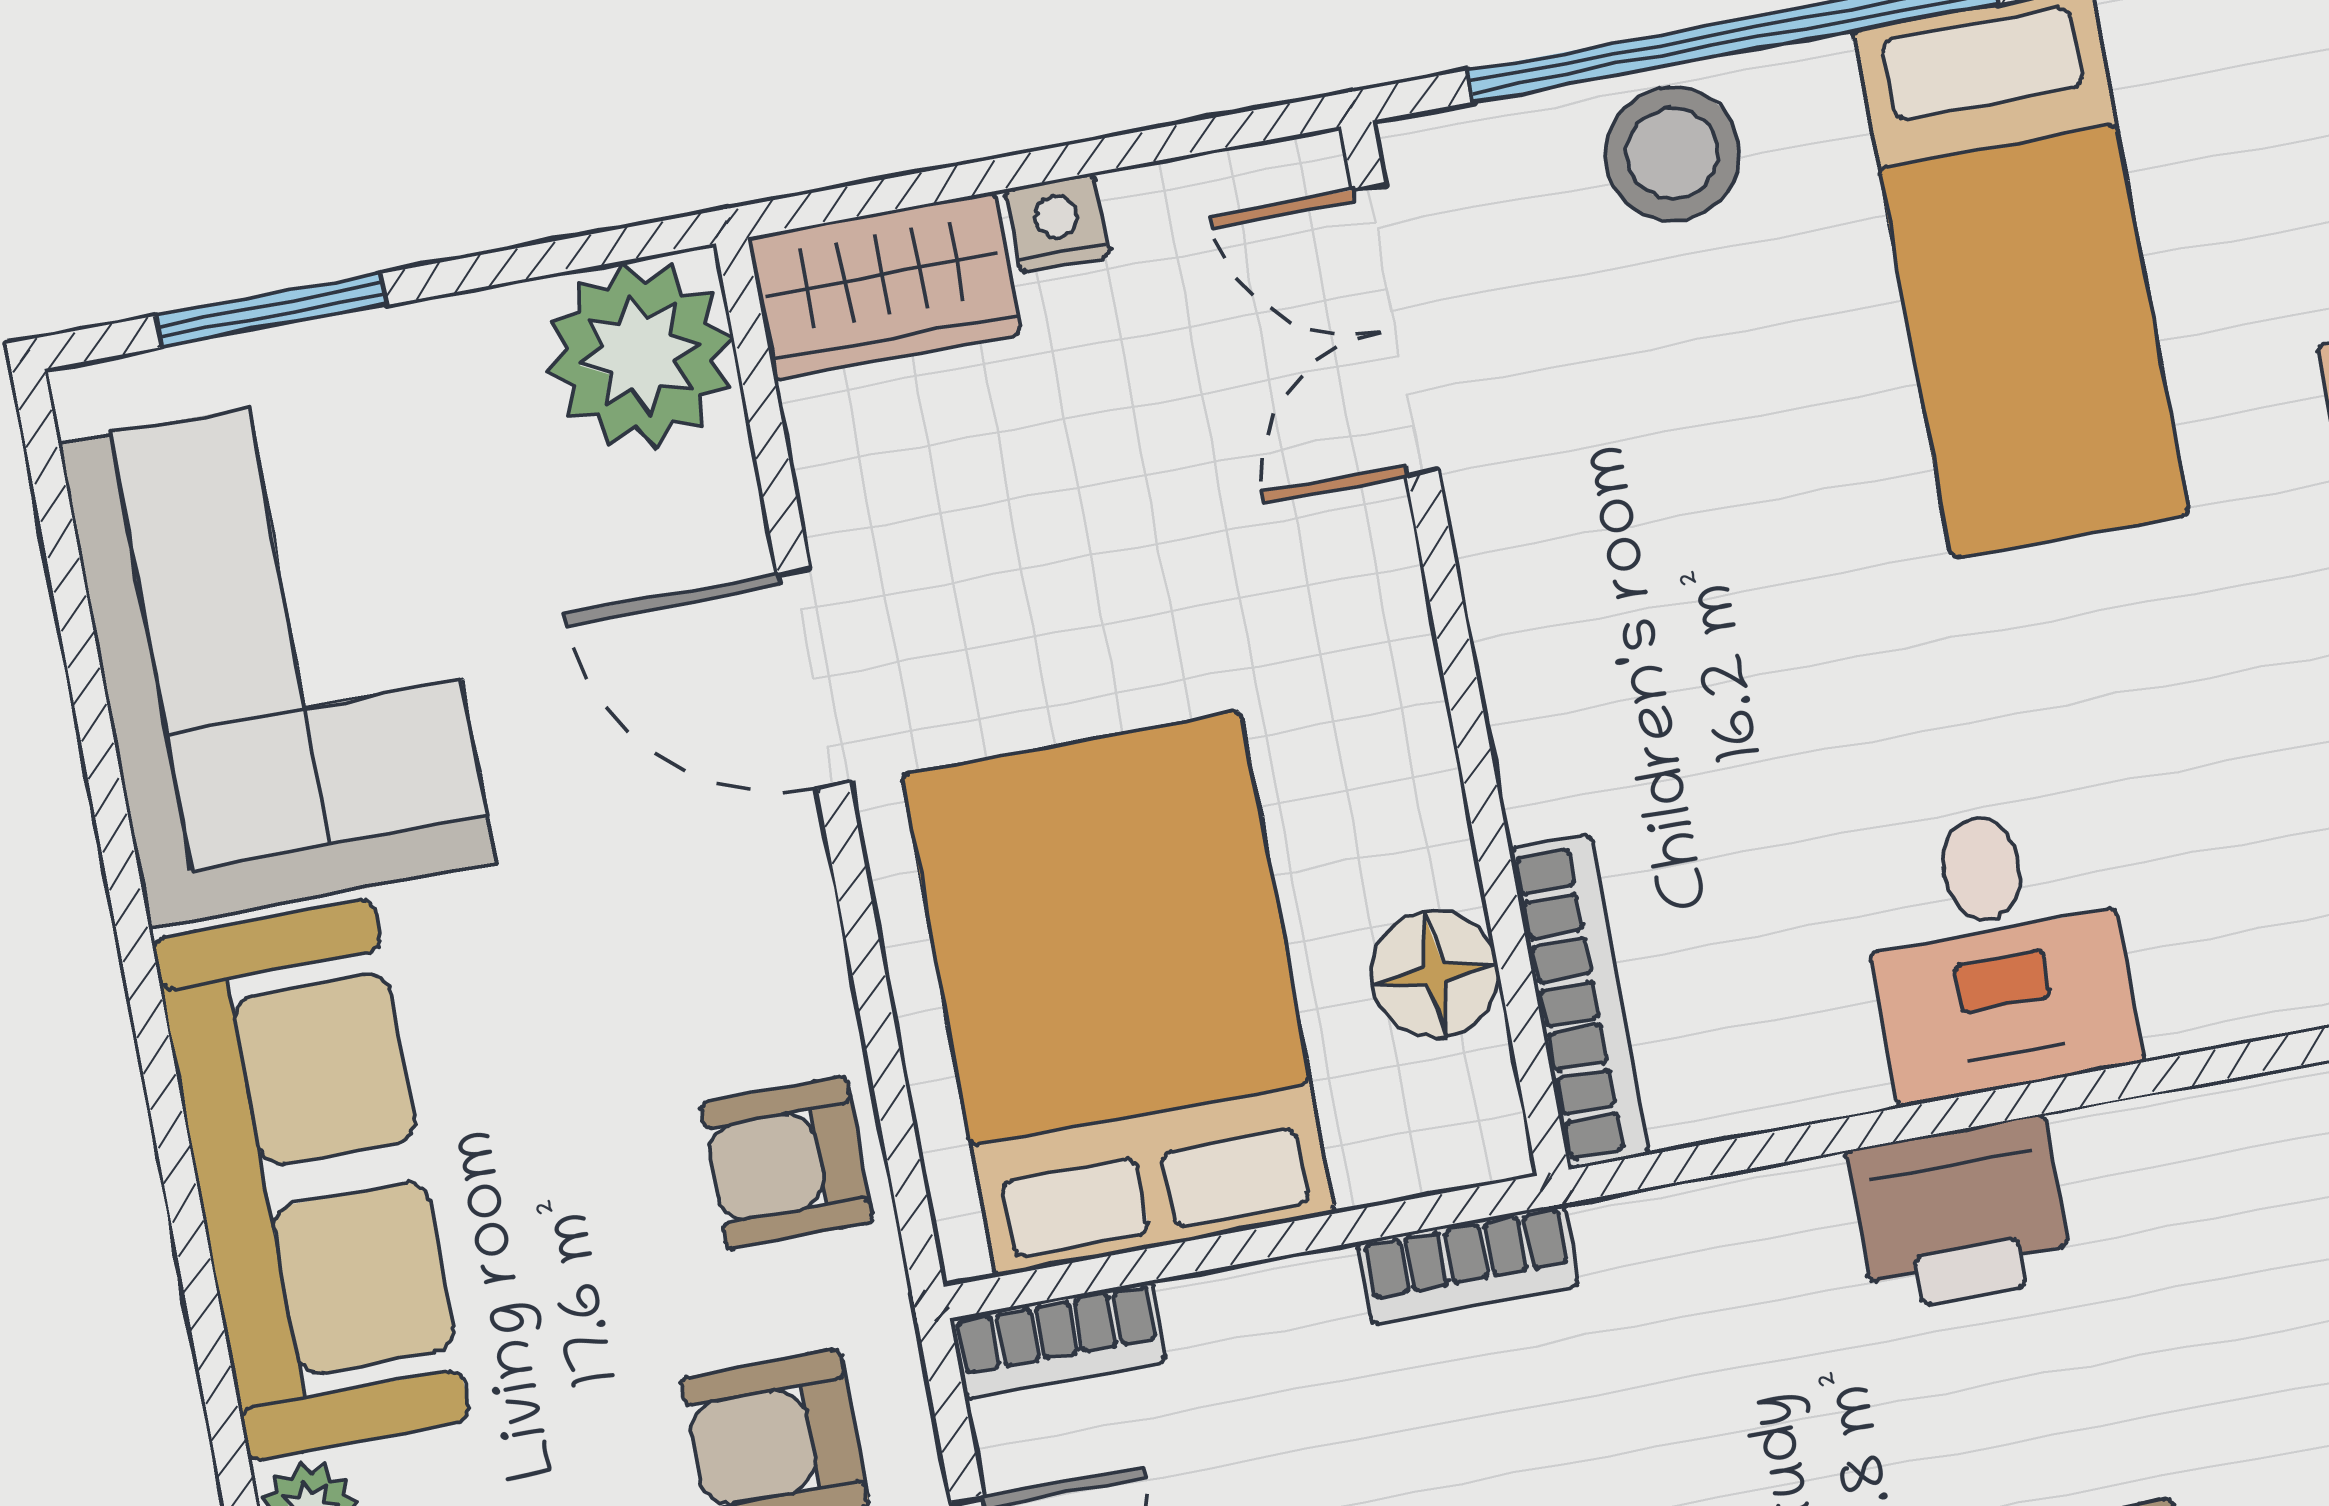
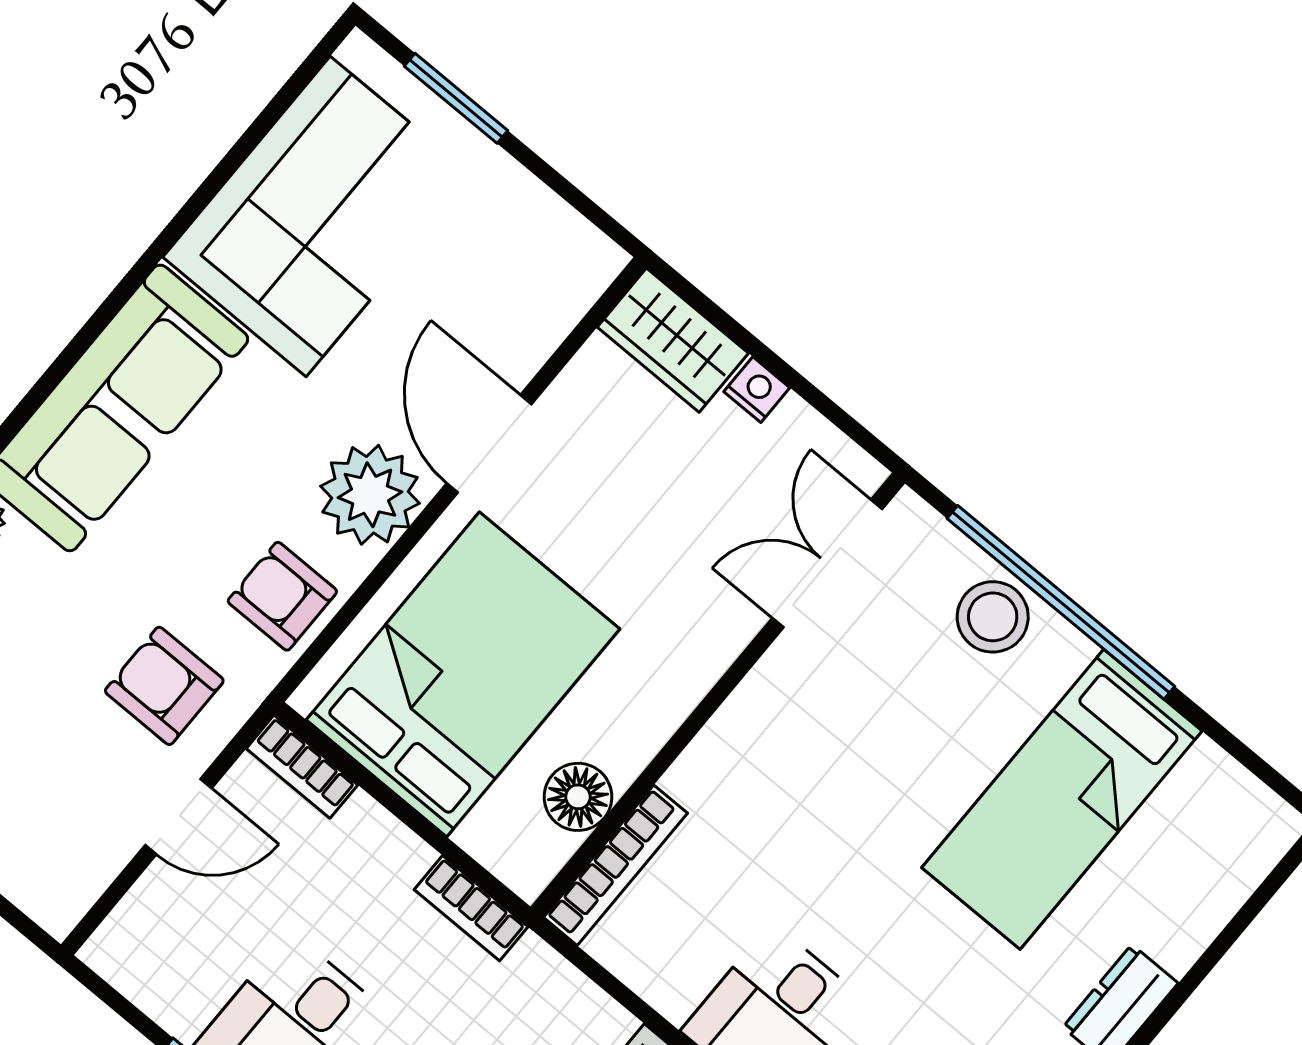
plant: (640, 354) -> (370, 495), moved

